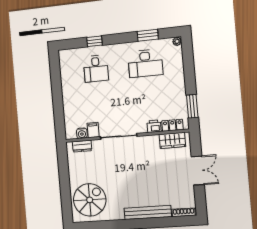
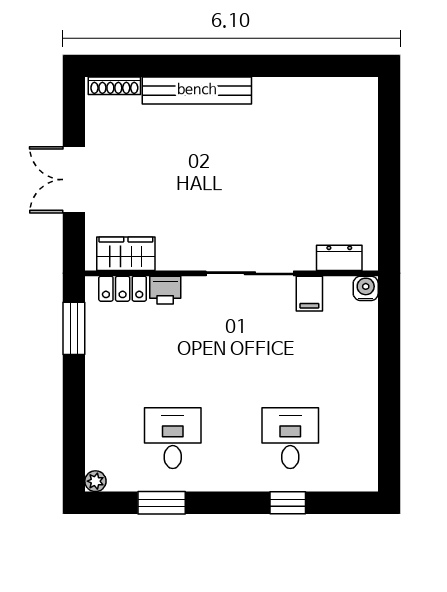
desk: (145, 63) -> (173, 438), width x0.73
water cooler: (82, 133) -> (366, 288), moved
spiral stairs: (90, 200) -> (332, 129), removed

